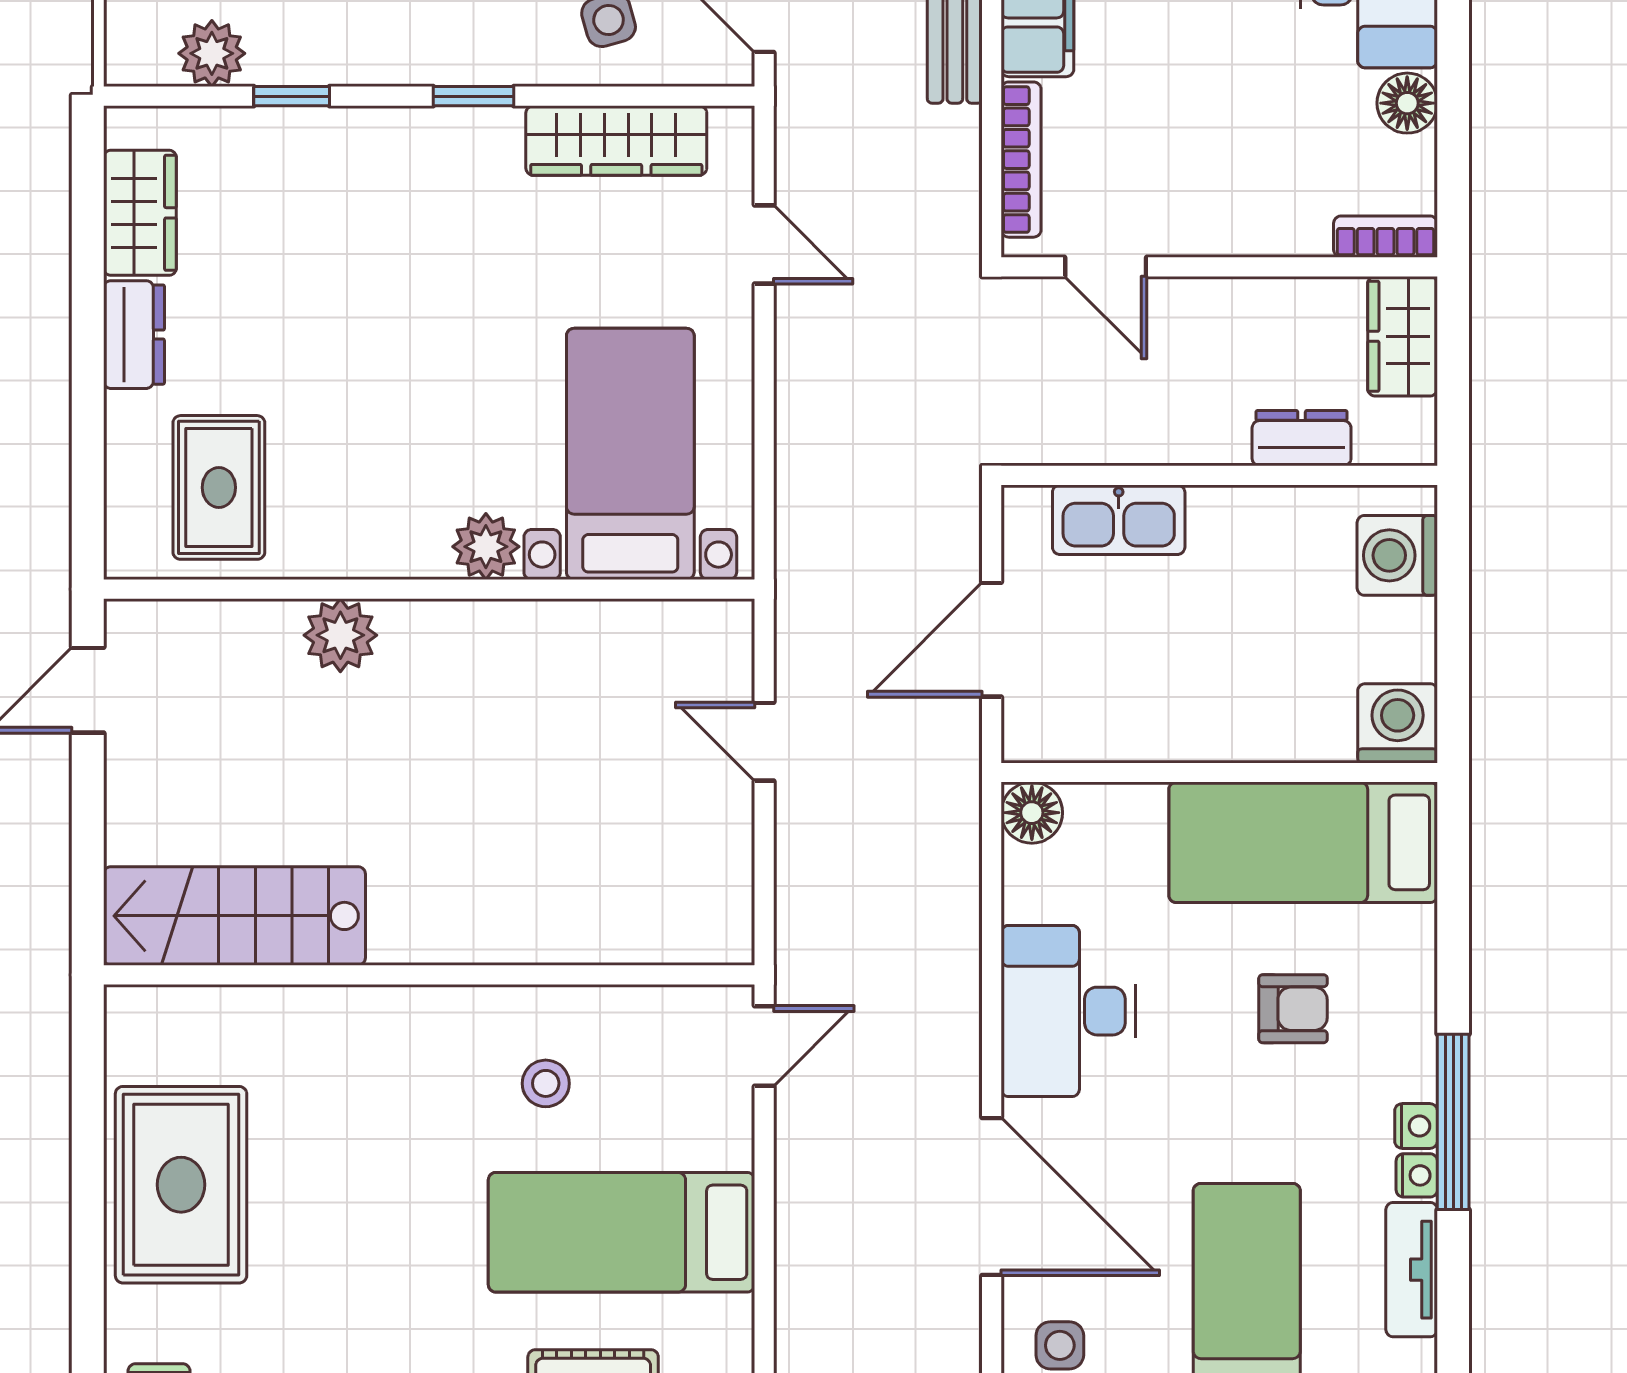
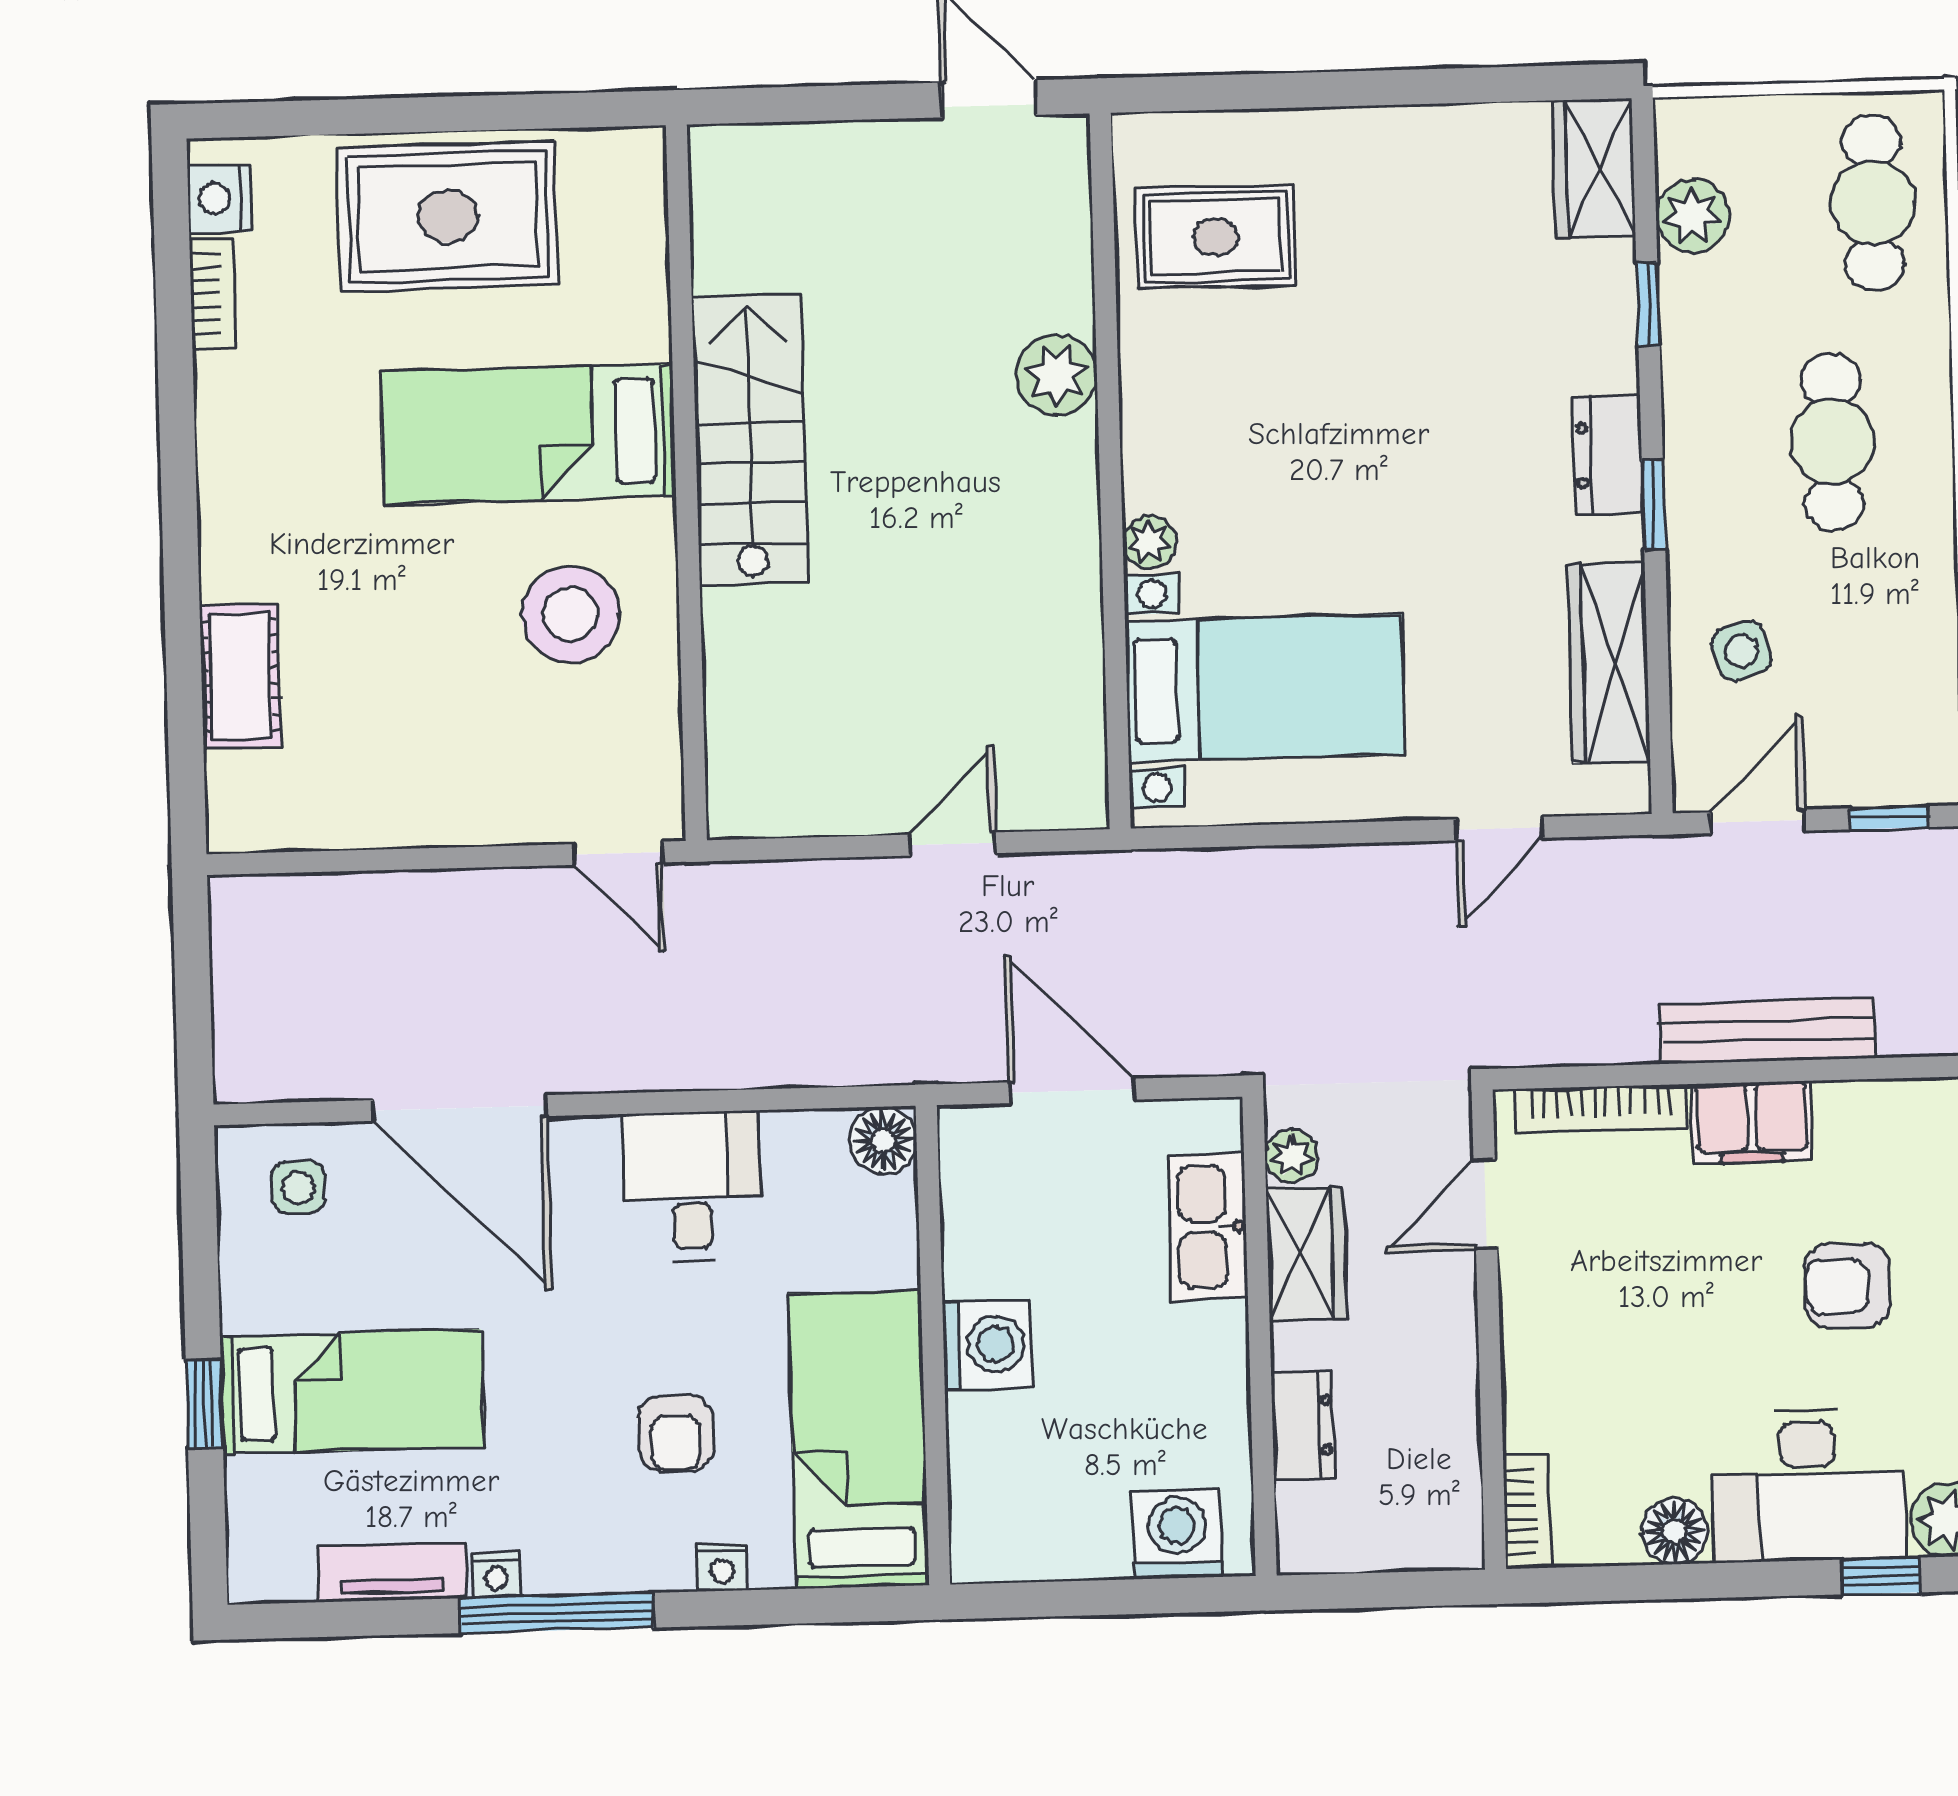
wardrobe: (140, 213) -> (1594, 168), moved, turned 90
dresser: (134, 335) -> (1608, 455), moved, turned 90
wardrobe: (1403, 336) -> (1306, 1254), moved, turned 90
plant: (1056, 442) -> (1292, 1156), added
plant: (486, 547) -> (1149, 542), width x0.73, depth x0.73
washing machine: (1398, 723) -> (987, 1344), moved
stairs: (234, 916) -> (750, 440), moved
desk: (1069, 1011) -> (692, 1186), width x0.73
stool: (546, 1083) -> (570, 614), width x1.89, depth x1.89
nightstand: (1416, 1126) -> (722, 1568), moved
door: (992, 1197) -> (460, 1108), hinge flipped
bed: (622, 1232) -> (528, 434), moved, turned -90

